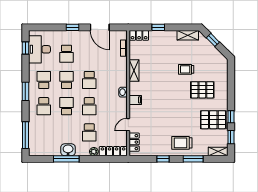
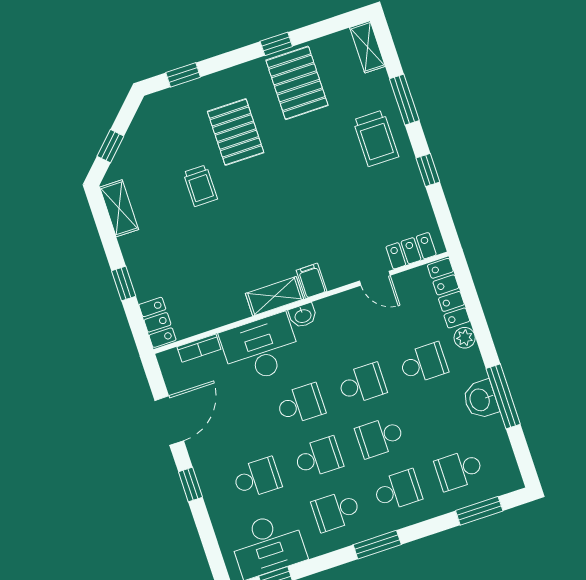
shelving: (134, 71) -> (275, 296), moved
desk: (116, 72) -> (261, 349), added
school desk: (66, 80) -> (318, 458), turned 180
school desk: (44, 132) -> (459, 470), added
window: (25, 135) -> (479, 511), width x0.69
window: (231, 137) -> (183, 75), moved

